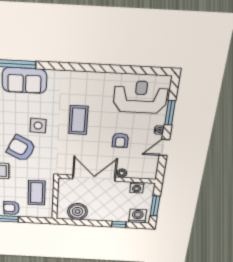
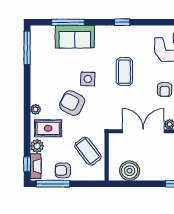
window: (79, 67) -> (122, 22), added
coffee table: (37, 193) -> (88, 151), turned -38

